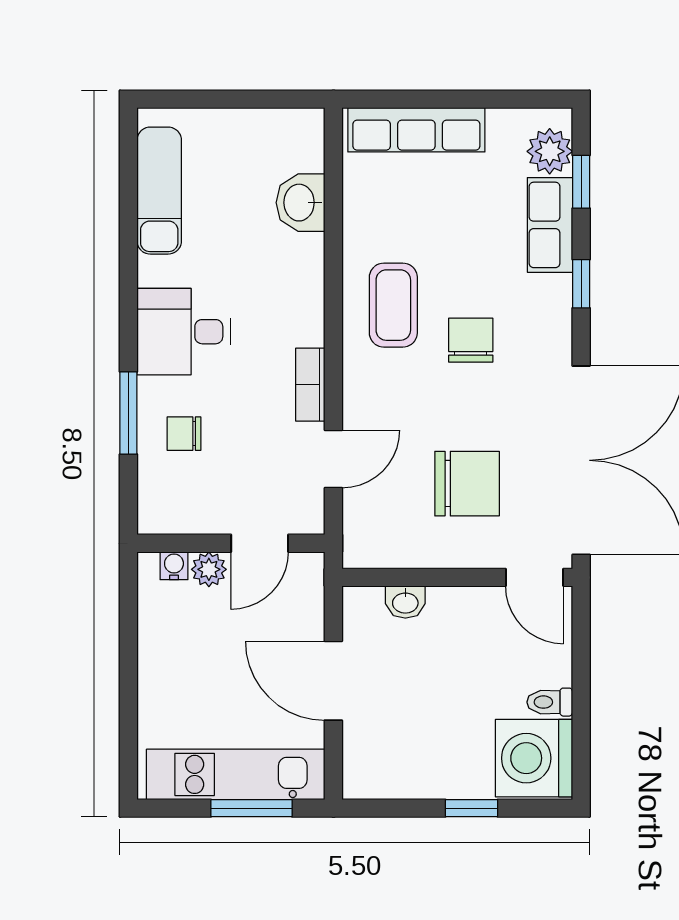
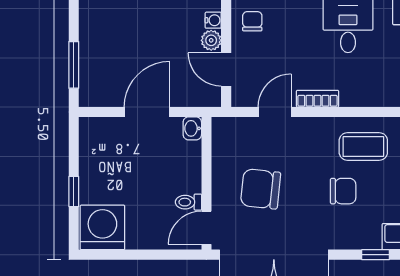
chair: (184, 434) -> (252, 21), moved
door: (333, 459) -> (275, 112), swing flipped
chair: (467, 484) -> (260, 189), turned 96
washbasin: (405, 602) -> (192, 128), moved
toilet: (550, 702) -> (188, 202), moved, turned -90
kitchen unit: (236, 774) -> (93, 56), removed

